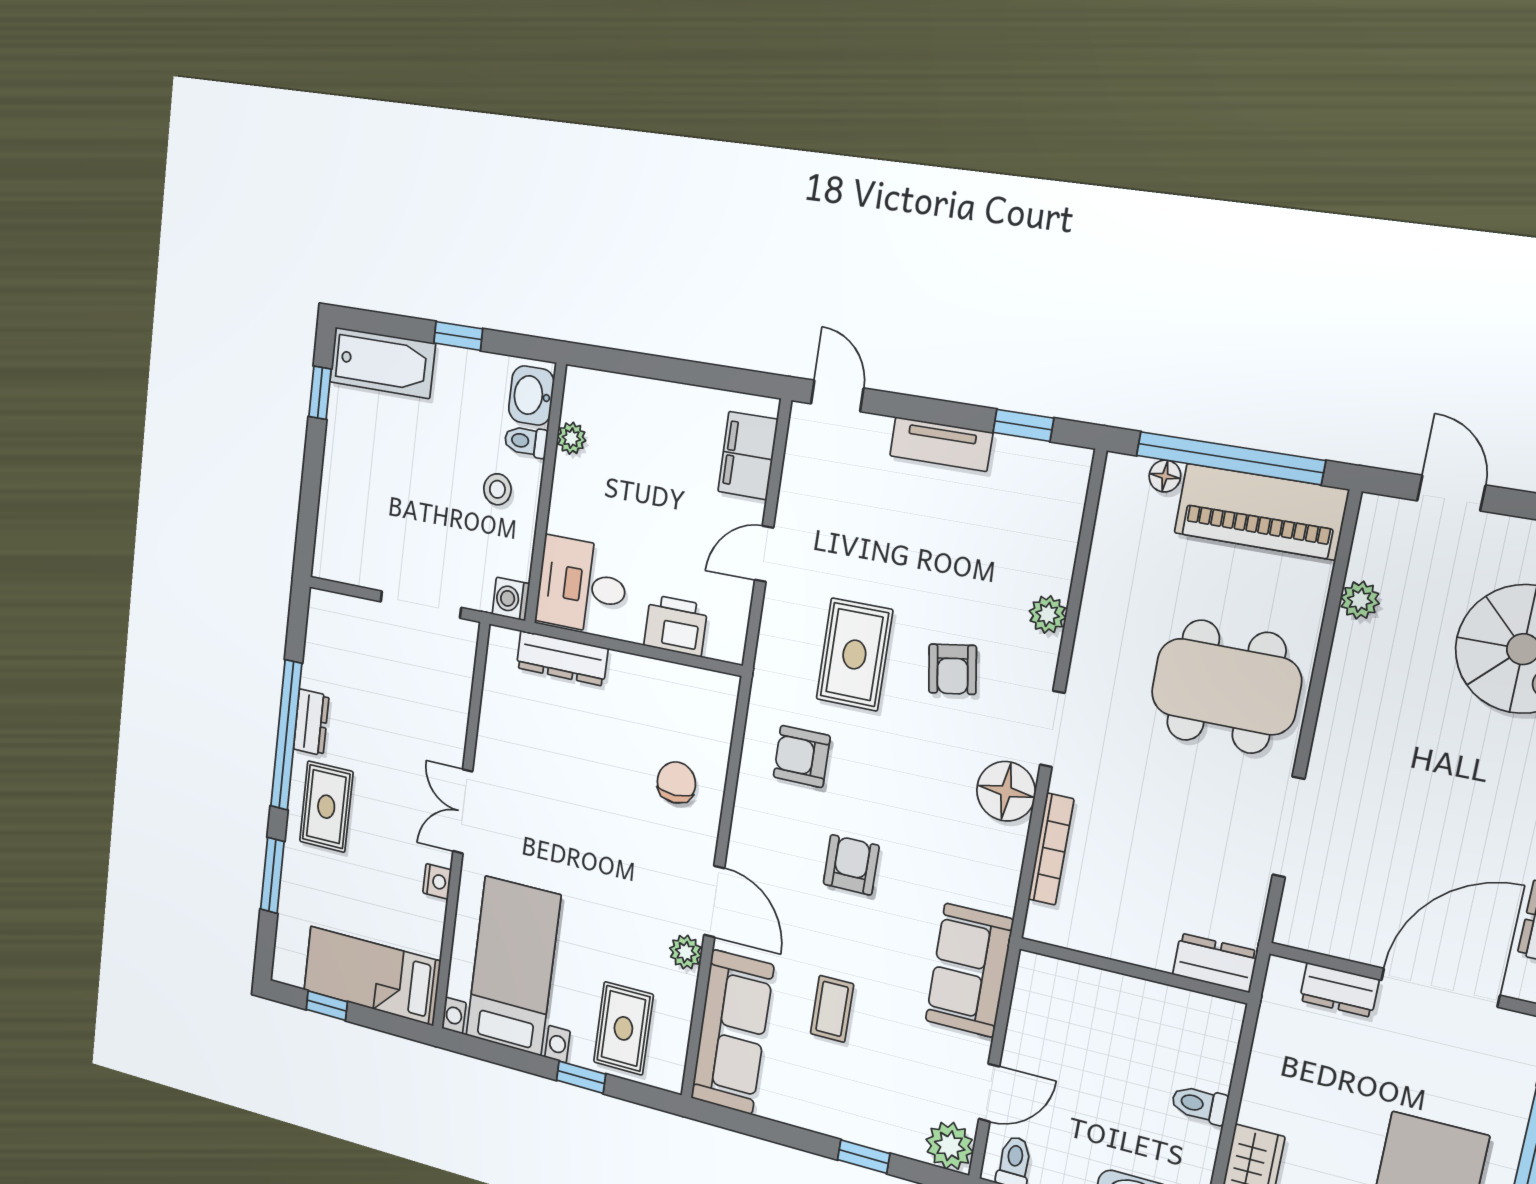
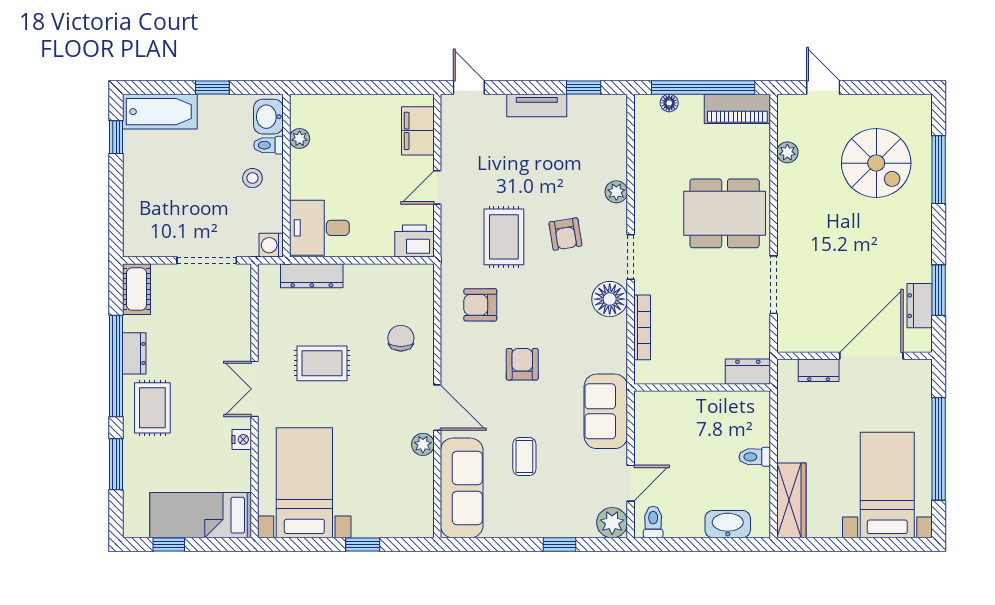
piano: (1261, 511) -> (737, 109), width x0.73, depth x0.75
printer: (676, 626) -> (414, 241), moved
cot: (324, 628) -> (136, 289), added
rug: (623, 1028) -> (322, 363), moved, turned 90

